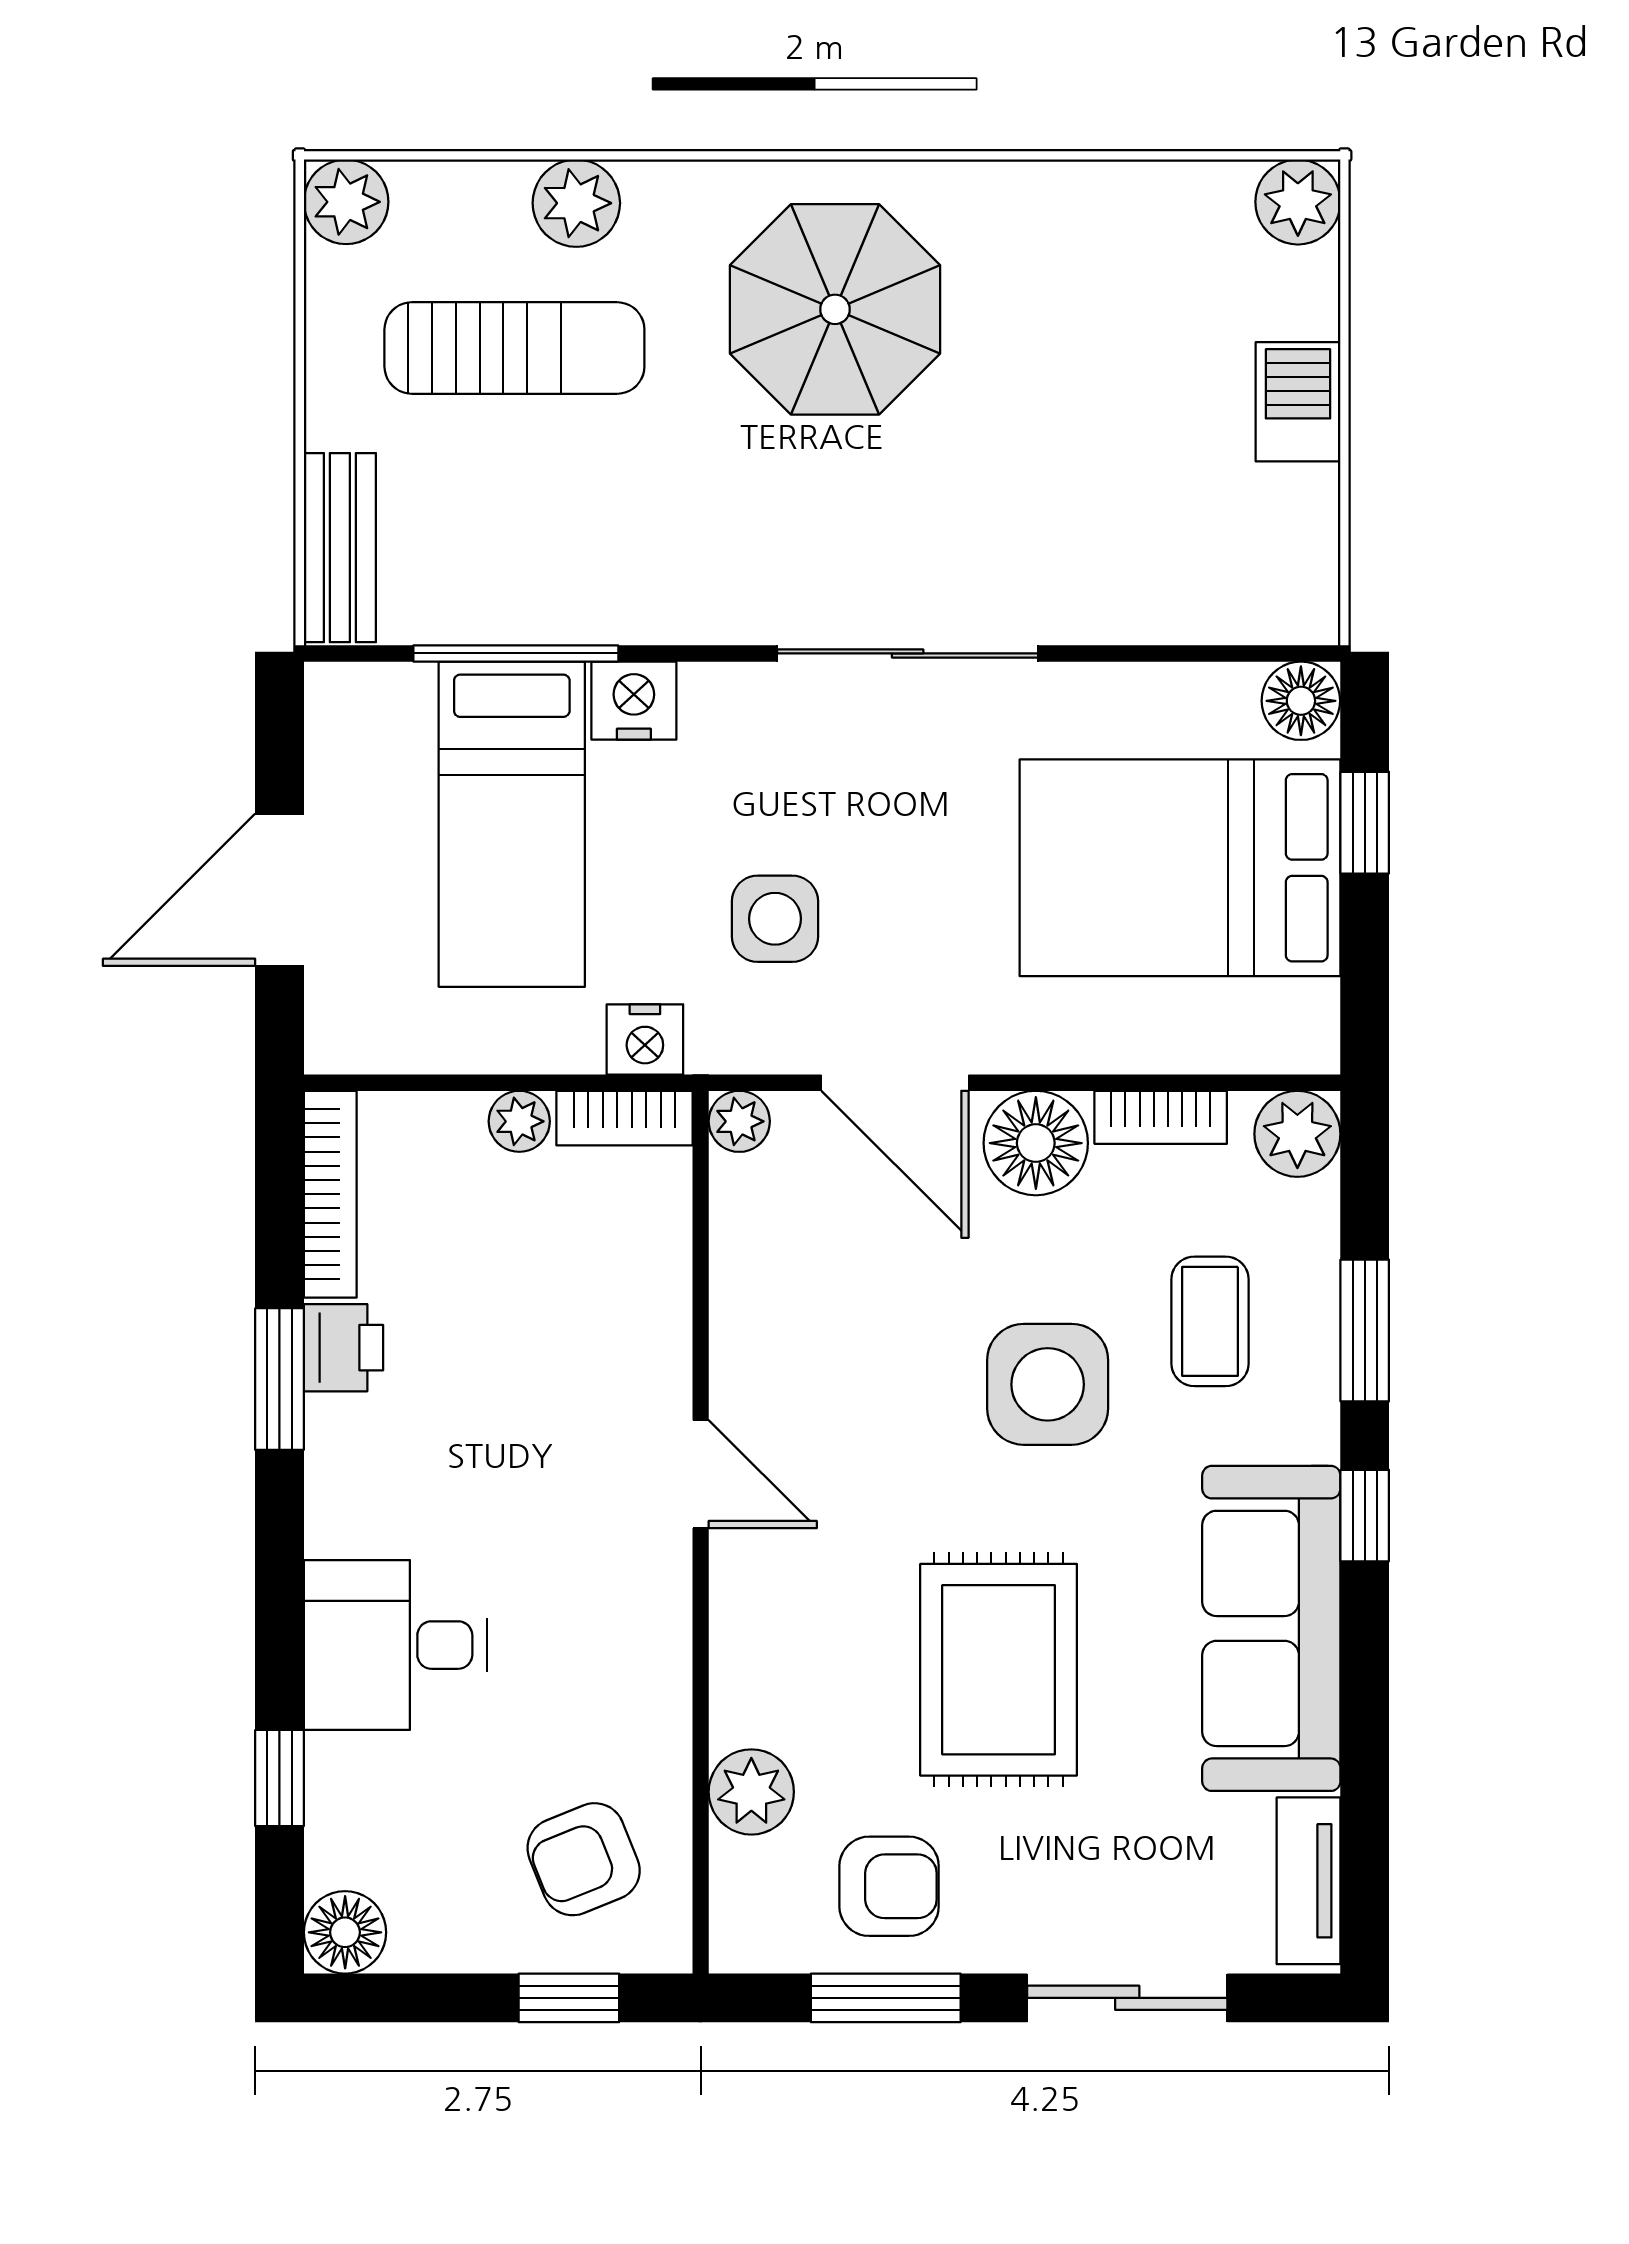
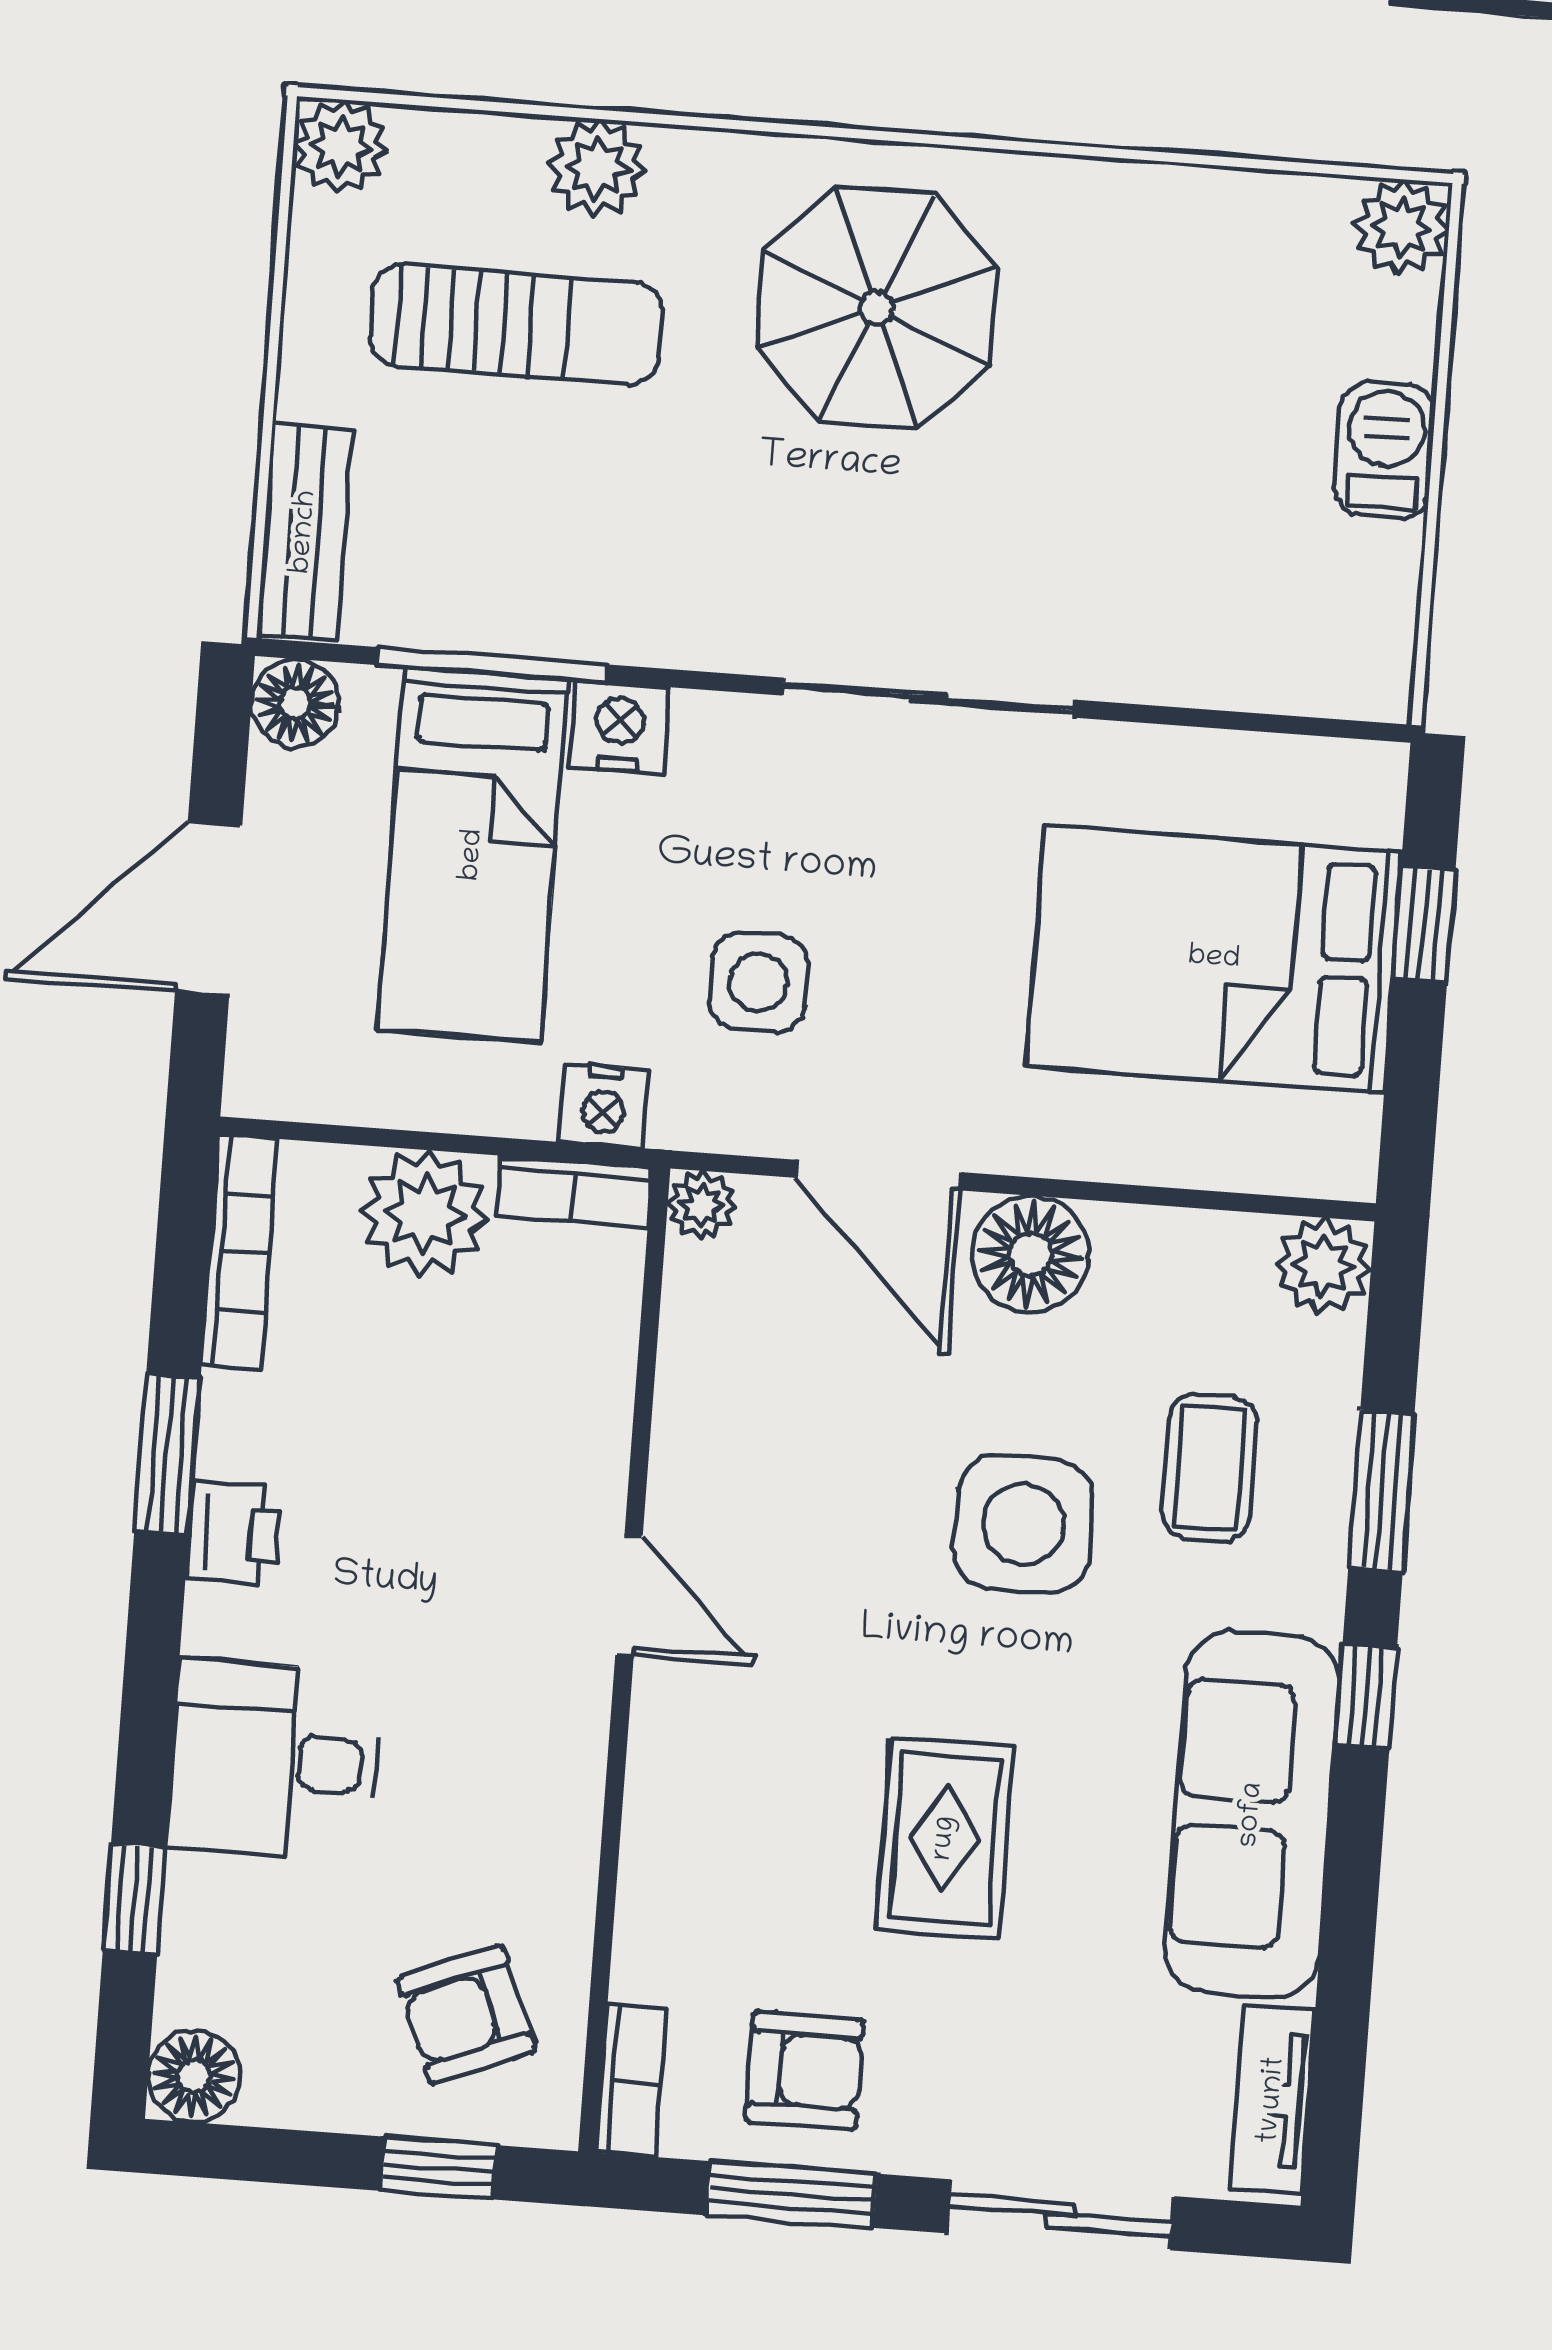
floor lamp: (1301, 701) -> (295, 703), moved
bookcase: (1161, 1117) -> (631, 2081), moved, turned -90
plant: (519, 1121) -> (424, 1214), width x1.87, depth x1.87
printer: (343, 1348) -> (233, 1532), moved
rug: (999, 1670) -> (945, 1838), width x0.73, depth x0.70
plant: (751, 1792) -> (659, 1954), removed

